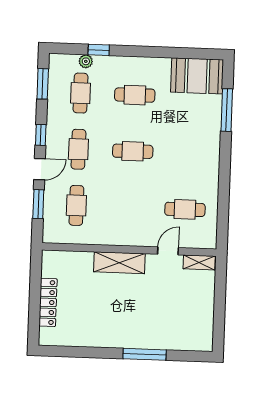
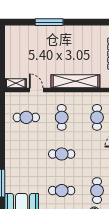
cafe table: (78, 149) -> (62, 117), moved
door: (168, 251) -> (36, 90), swing flipped
shelving: (119, 263) -> (75, 81), width x1.47

